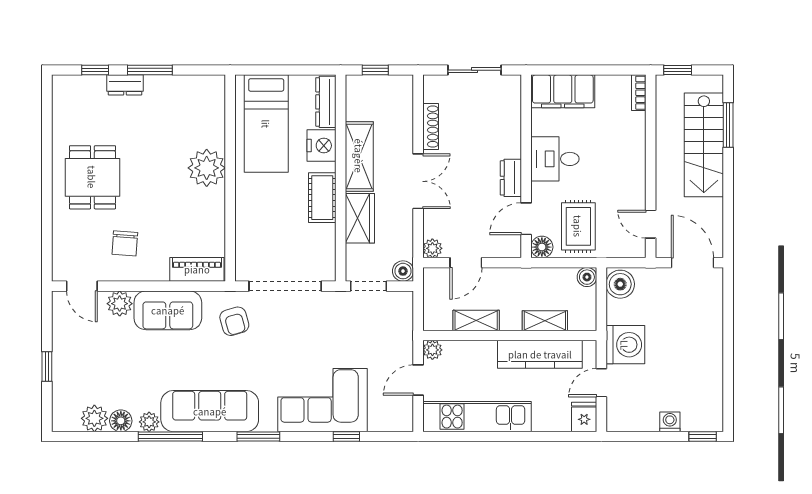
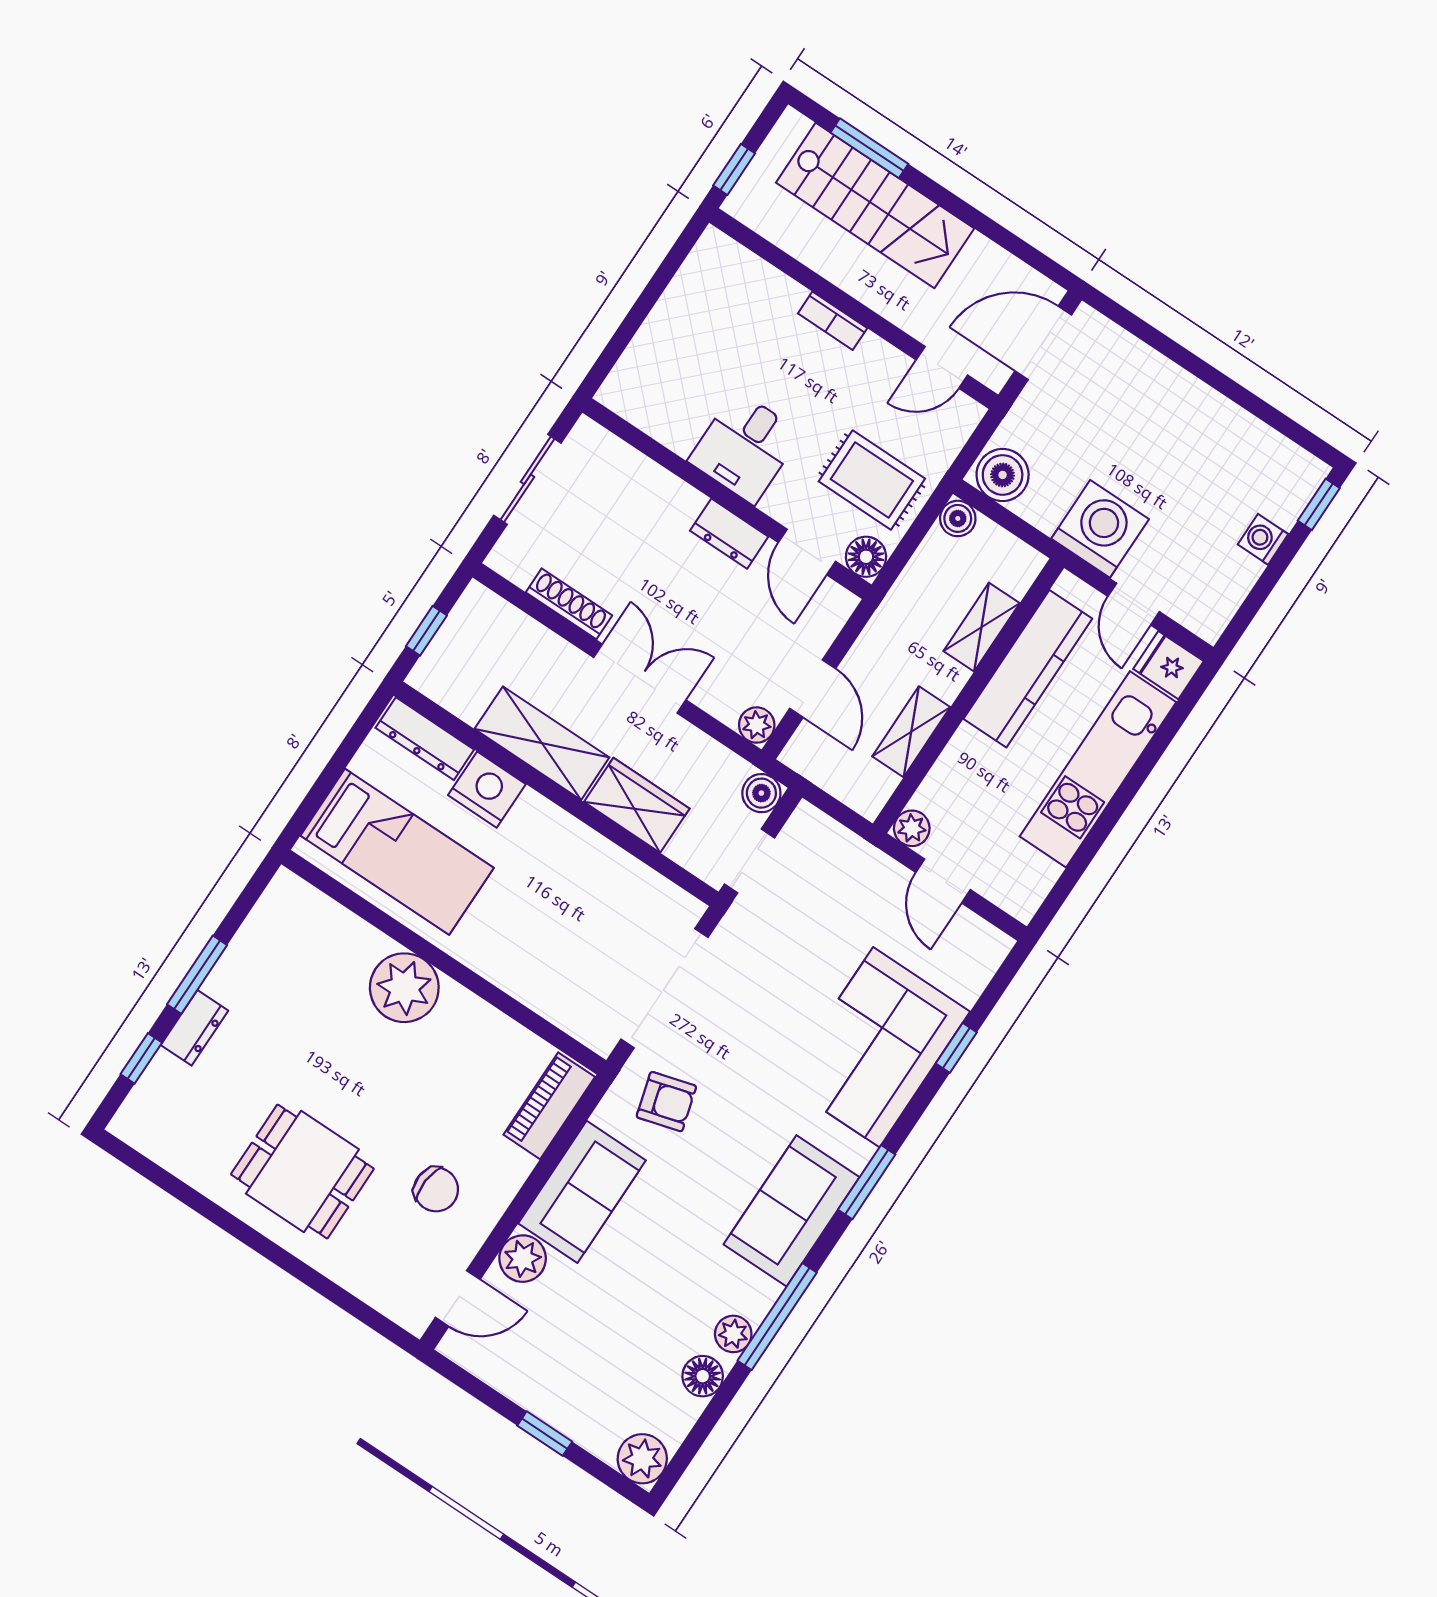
filing cabinet: (563, 91) -> (650, 366), removed
bookcase: (639, 93) -> (833, 321), moved
cot: (322, 198) -> (567, 842), removed
sofa: (210, 411) -> (792, 1211), width x0.73
kitchen unit: (477, 417) -> (1098, 769), moved
plant: (94, 418) -> (642, 1459), moved

